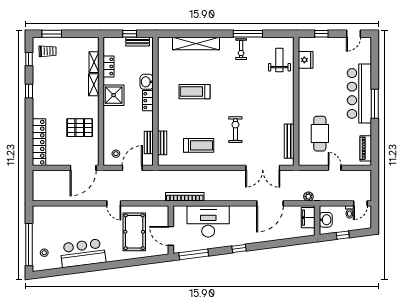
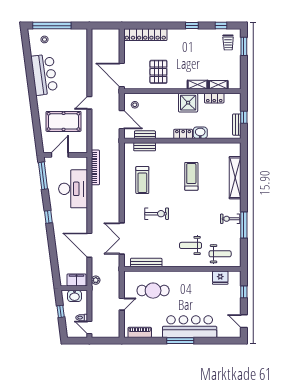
weight bench: (270, 92) -> (191, 245), added

